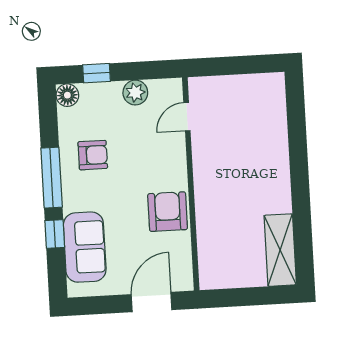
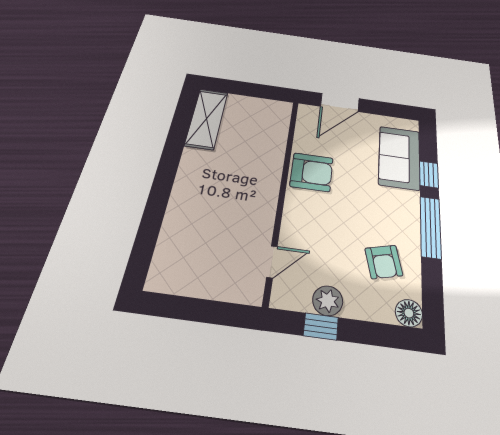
window: (96, 73) -> (321, 327), moved
armchair: (93, 155) -> (384, 262), moved, turned -104
armchair: (168, 212) -> (312, 172), turned -90

